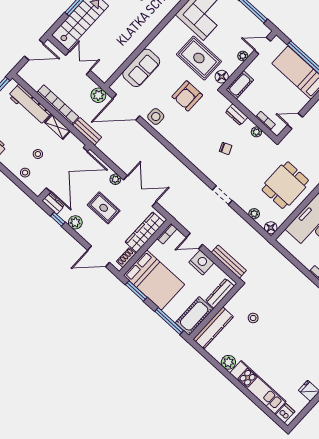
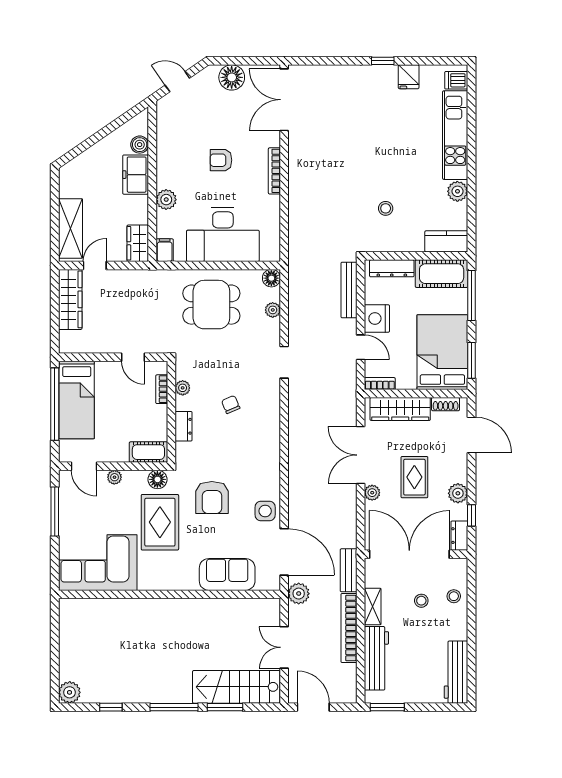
armchair: (187, 96) -> (212, 497), turned 90
kitchen counter: (213, 328) -> (446, 241), width x0.67

